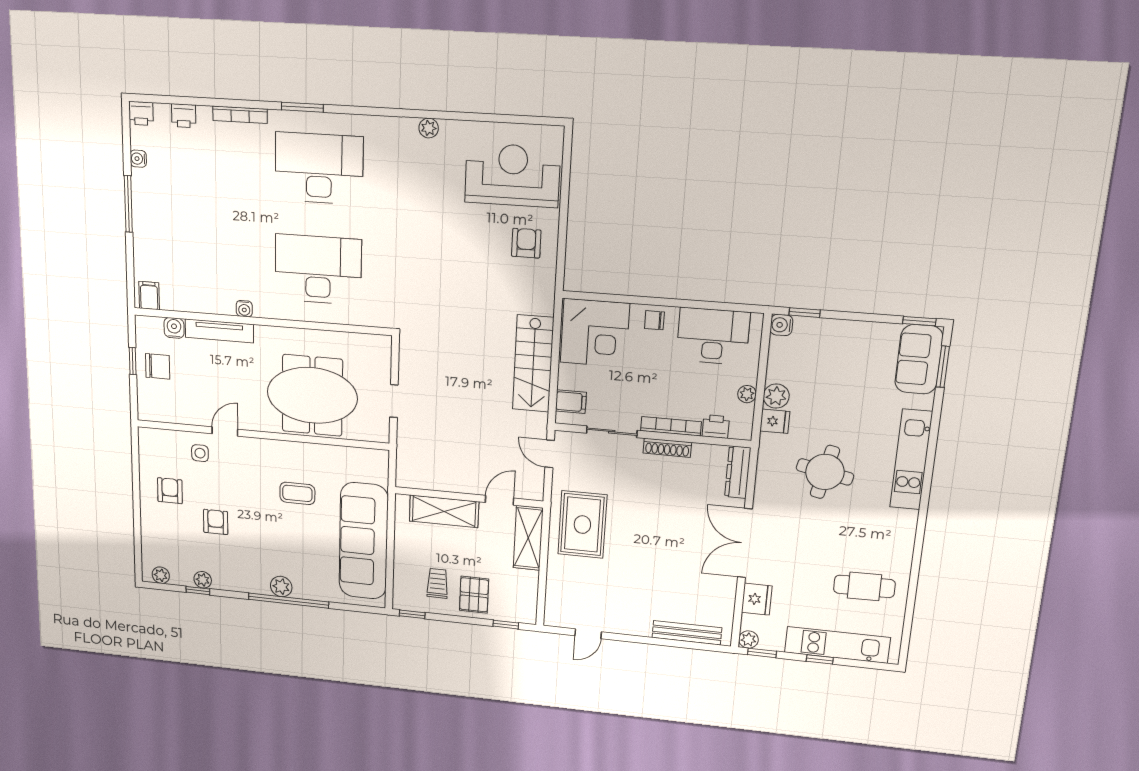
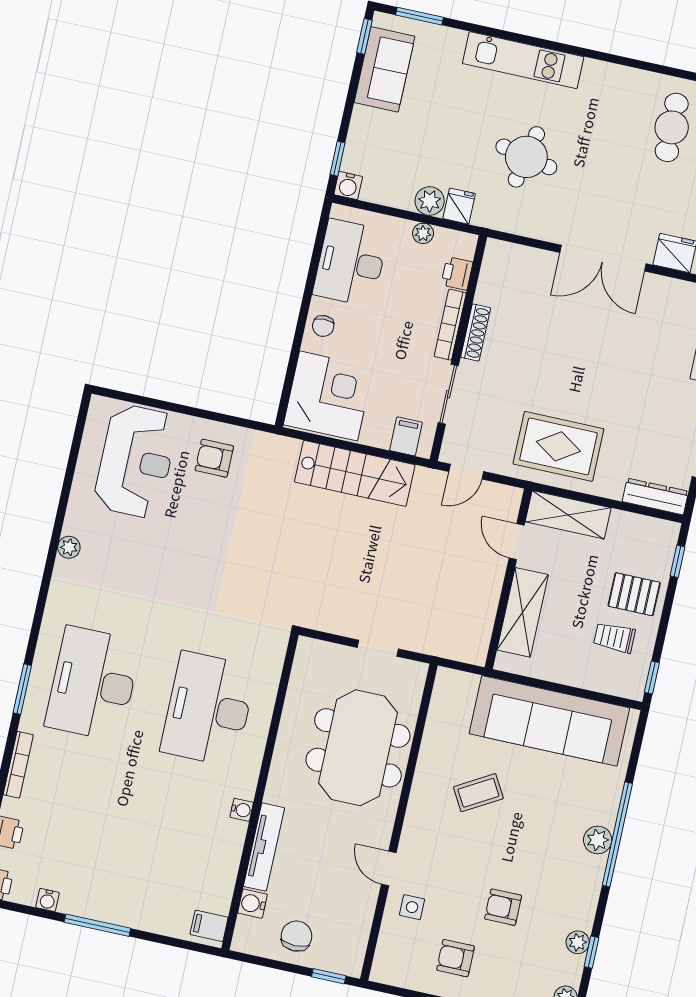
reception desk: (512, 175) -> (136, 461), turned 180
sofa: (919, 359) -> (385, 69), moved, turned -90
window: (133, 361) -> (329, 976), moved
dresser: (738, 472) -> (655, 496), moved, turned 180
coffee table: (297, 493) -> (478, 793), turned 60

